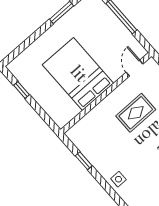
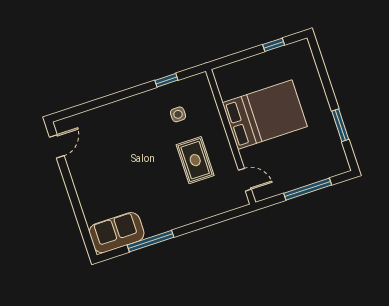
side table: (118, 179) -> (178, 114), moved

